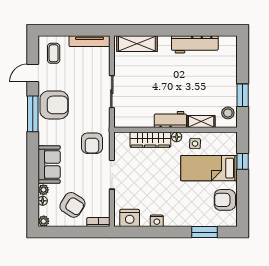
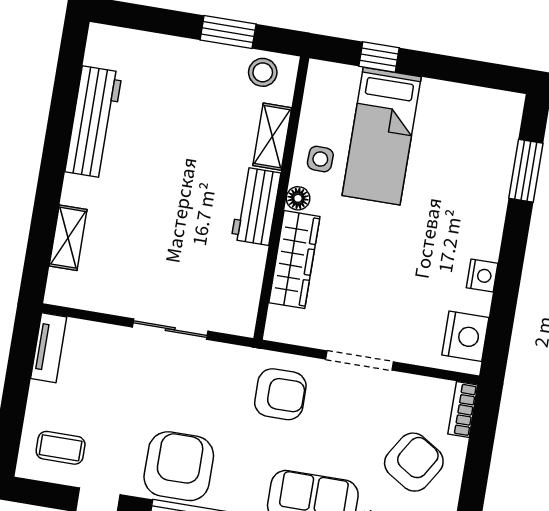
tv unit: (90, 41) -> (49, 348), width x0.71
shelving: (137, 44) -> (68, 238), width x0.67, depth x0.75
armchair: (225, 200) -> (460, 112), removed

